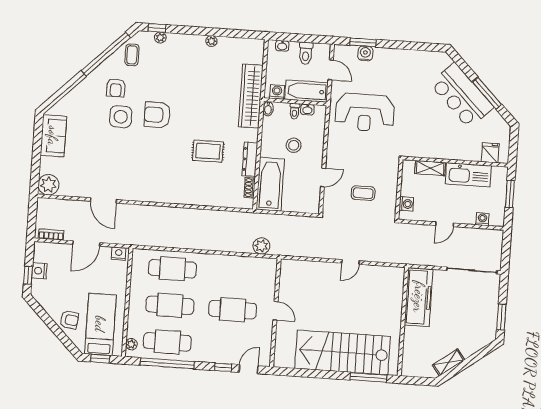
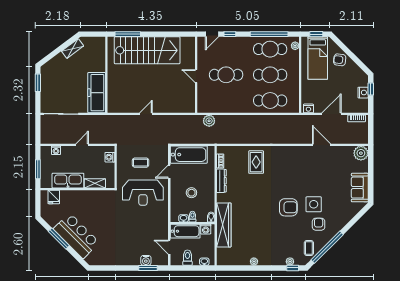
reception desk: (365, 112) -> (143, 193), moved, turned 180
rug: (208, 151) -> (256, 162), moved, turned 90
bathtub: (270, 184) -> (189, 155), moved, turned -90

